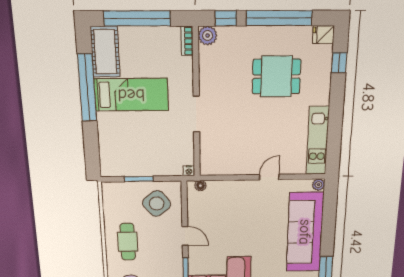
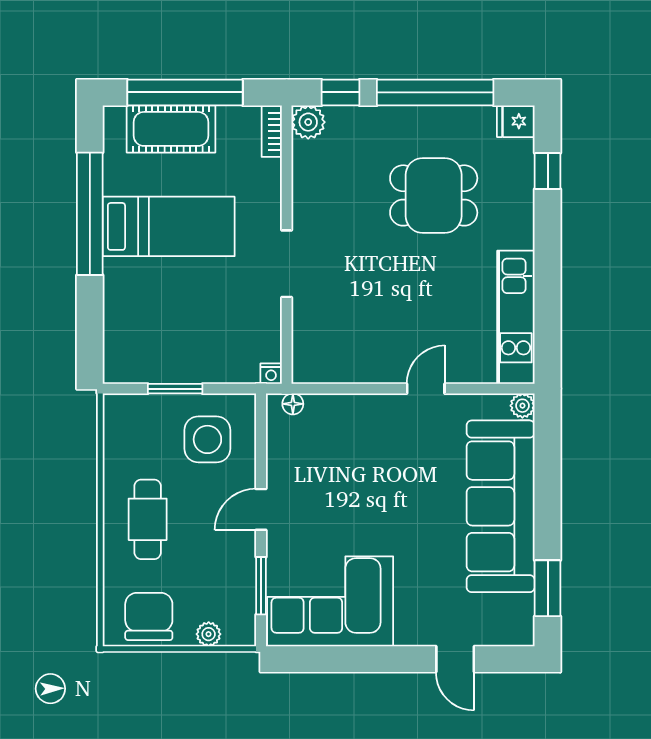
cot: (105, 52) -> (171, 129), moved, turned 90
side table: (157, 203) -> (207, 439), turned 38
door: (185, 236) -> (261, 509), swing flipped

